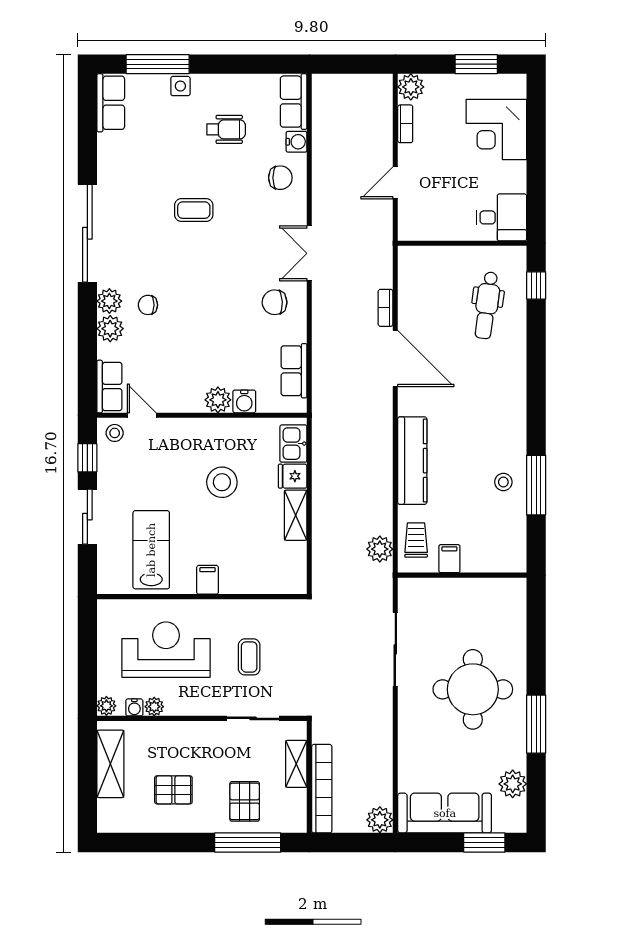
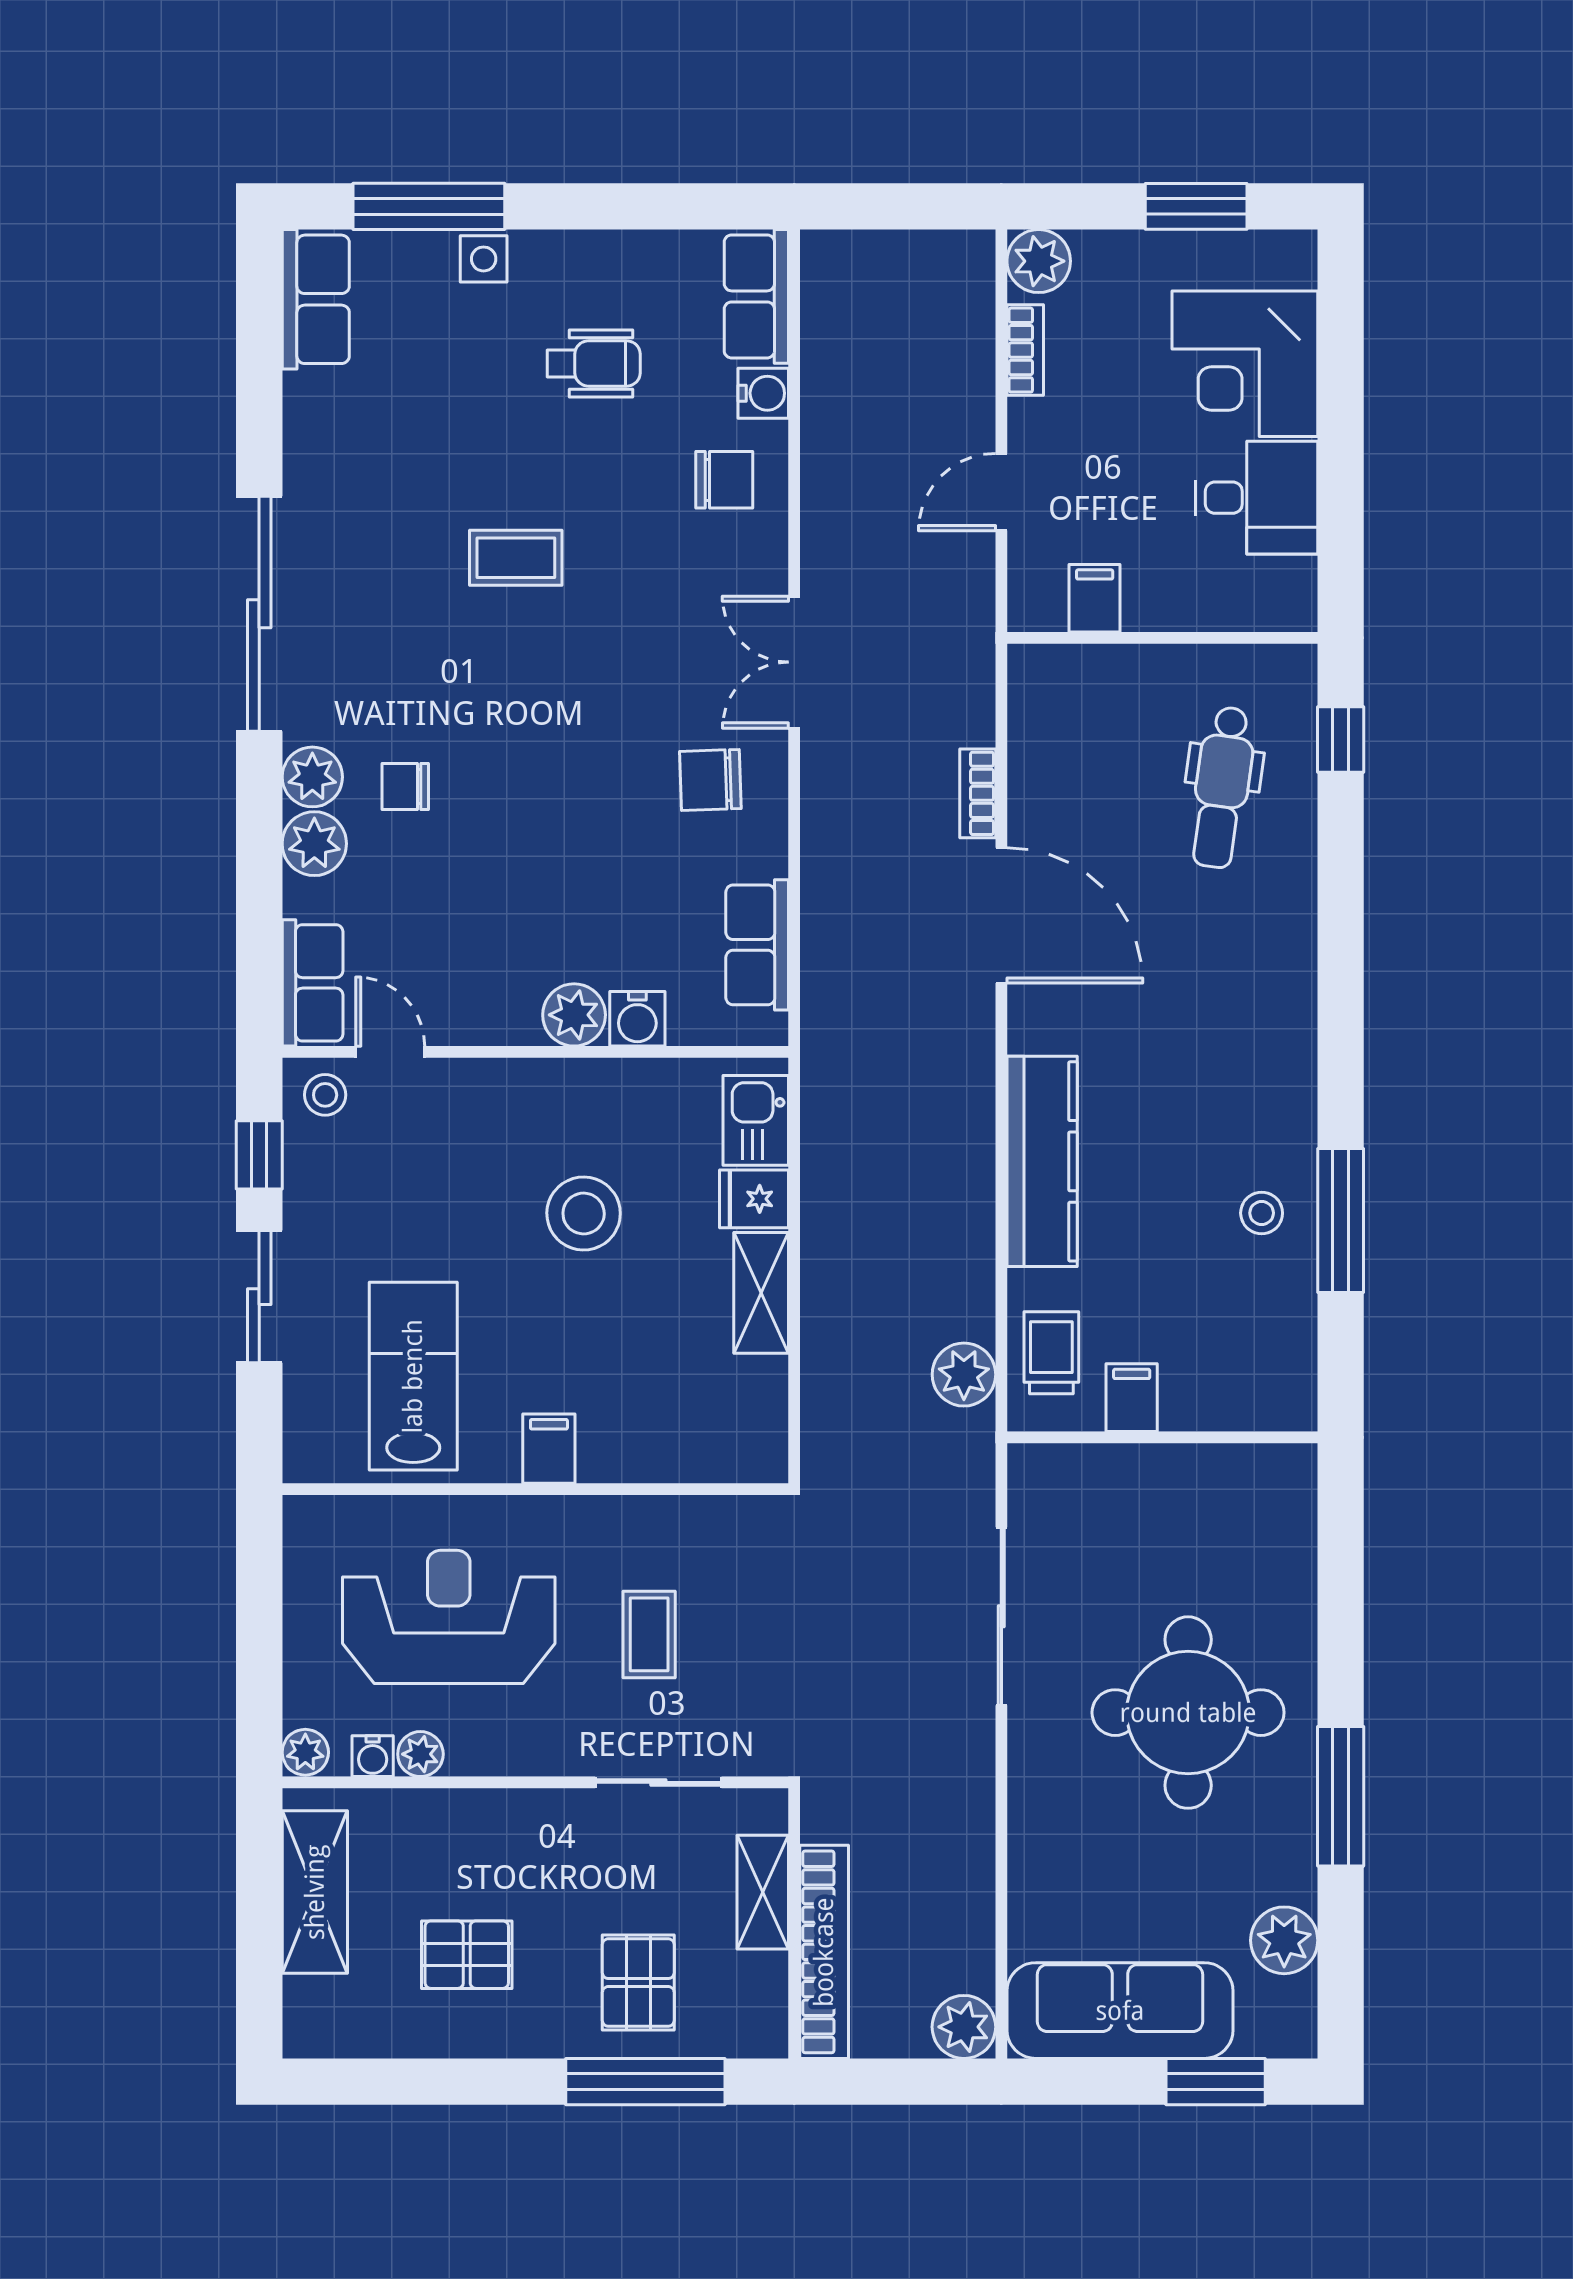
desk: (501, 217) -> (1257, 498), moved
filing cabinet: (434, 227) -> (1095, 598), added

